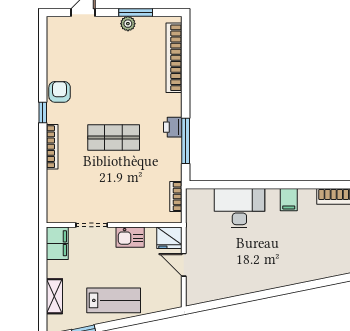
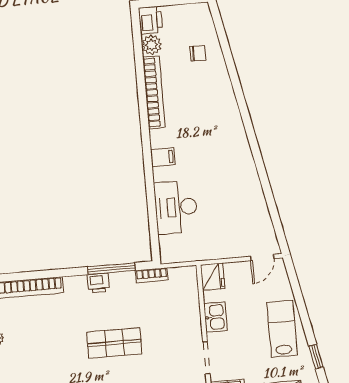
shop shelf: (114, 137) -> (114, 343), turned 90
bookcase: (176, 196) -> (152, 275), moved
door: (184, 265) -> (262, 258), moved

